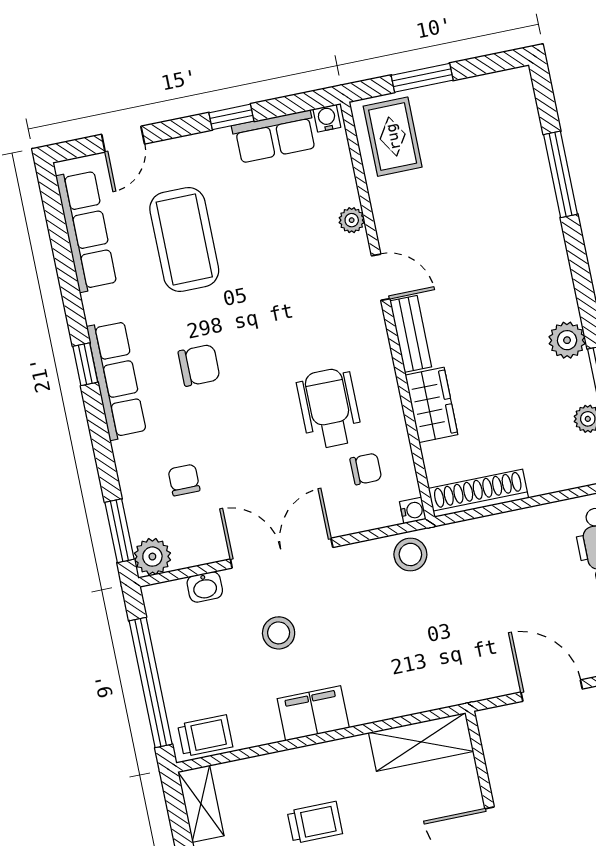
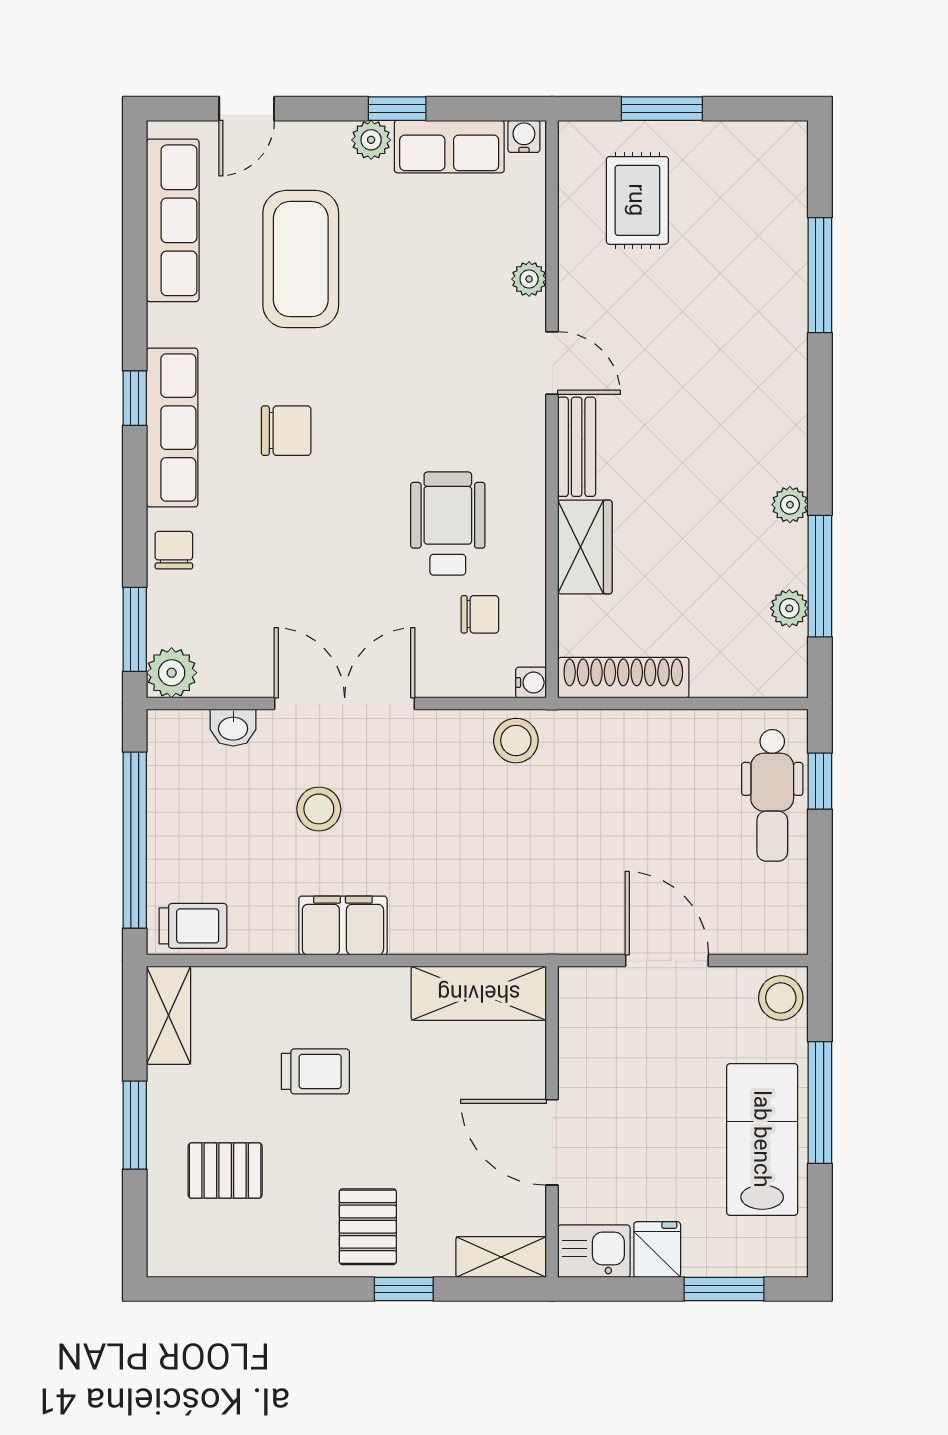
rug: (393, 137) -> (637, 200), moved
plant: (217, 143) -> (371, 140), added
plant: (567, 340) -> (790, 505), width x0.73, depth x0.73
chair: (184, 480) -> (174, 550), moved

